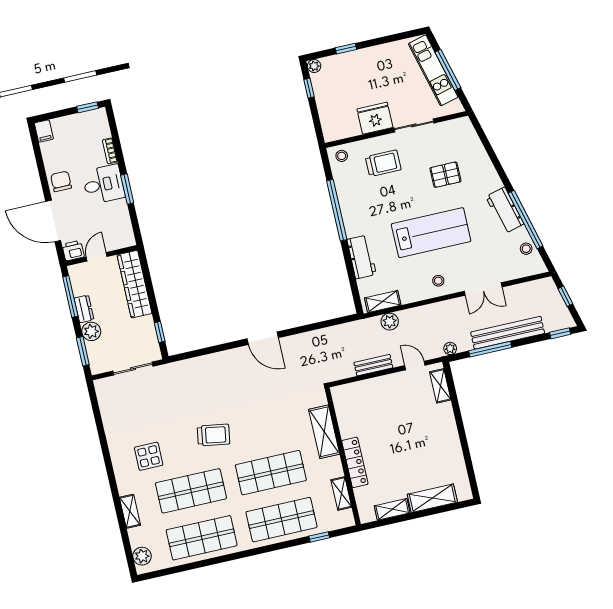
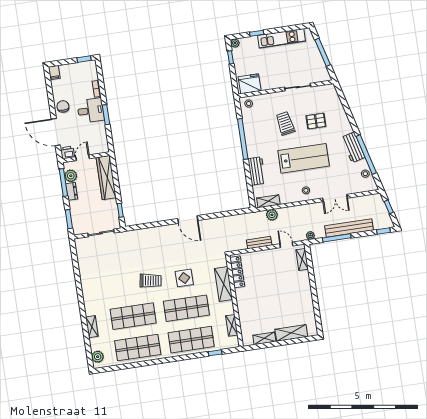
kitchen unit: (433, 70) -> (282, 38), moved, turned -75
fridge: (375, 118) -> (250, 84), moved
trolley: (383, 163) -> (285, 123), moved, turned -100
plant: (91, 331) -> (71, 176), moved
display table: (149, 456) -> (184, 278), moved
locker: (355, 462) -> (237, 272), moved

